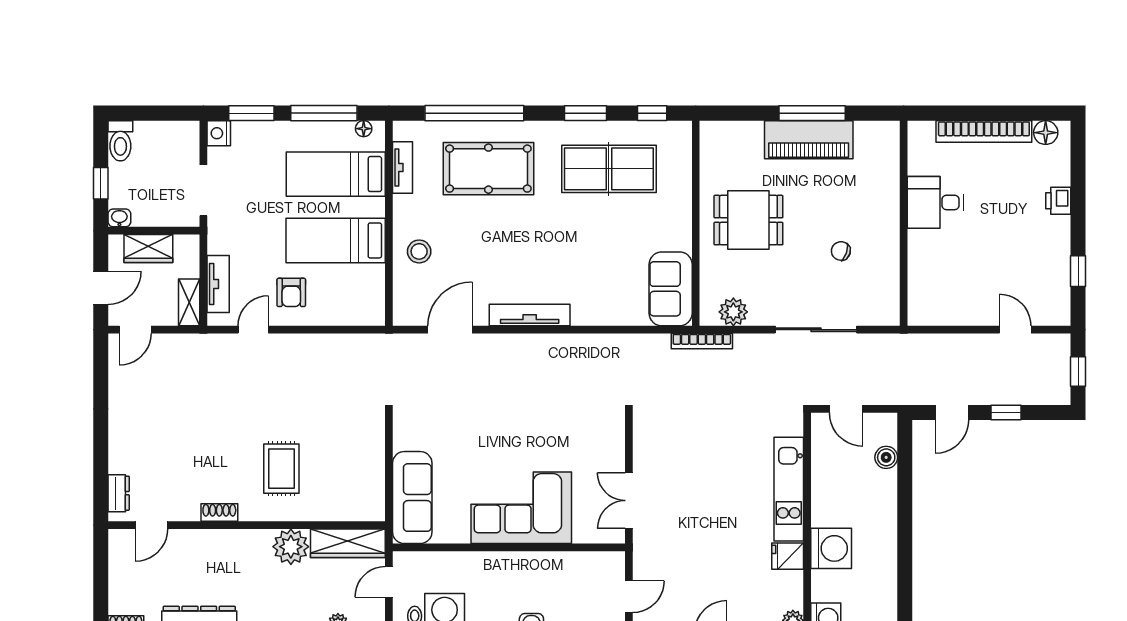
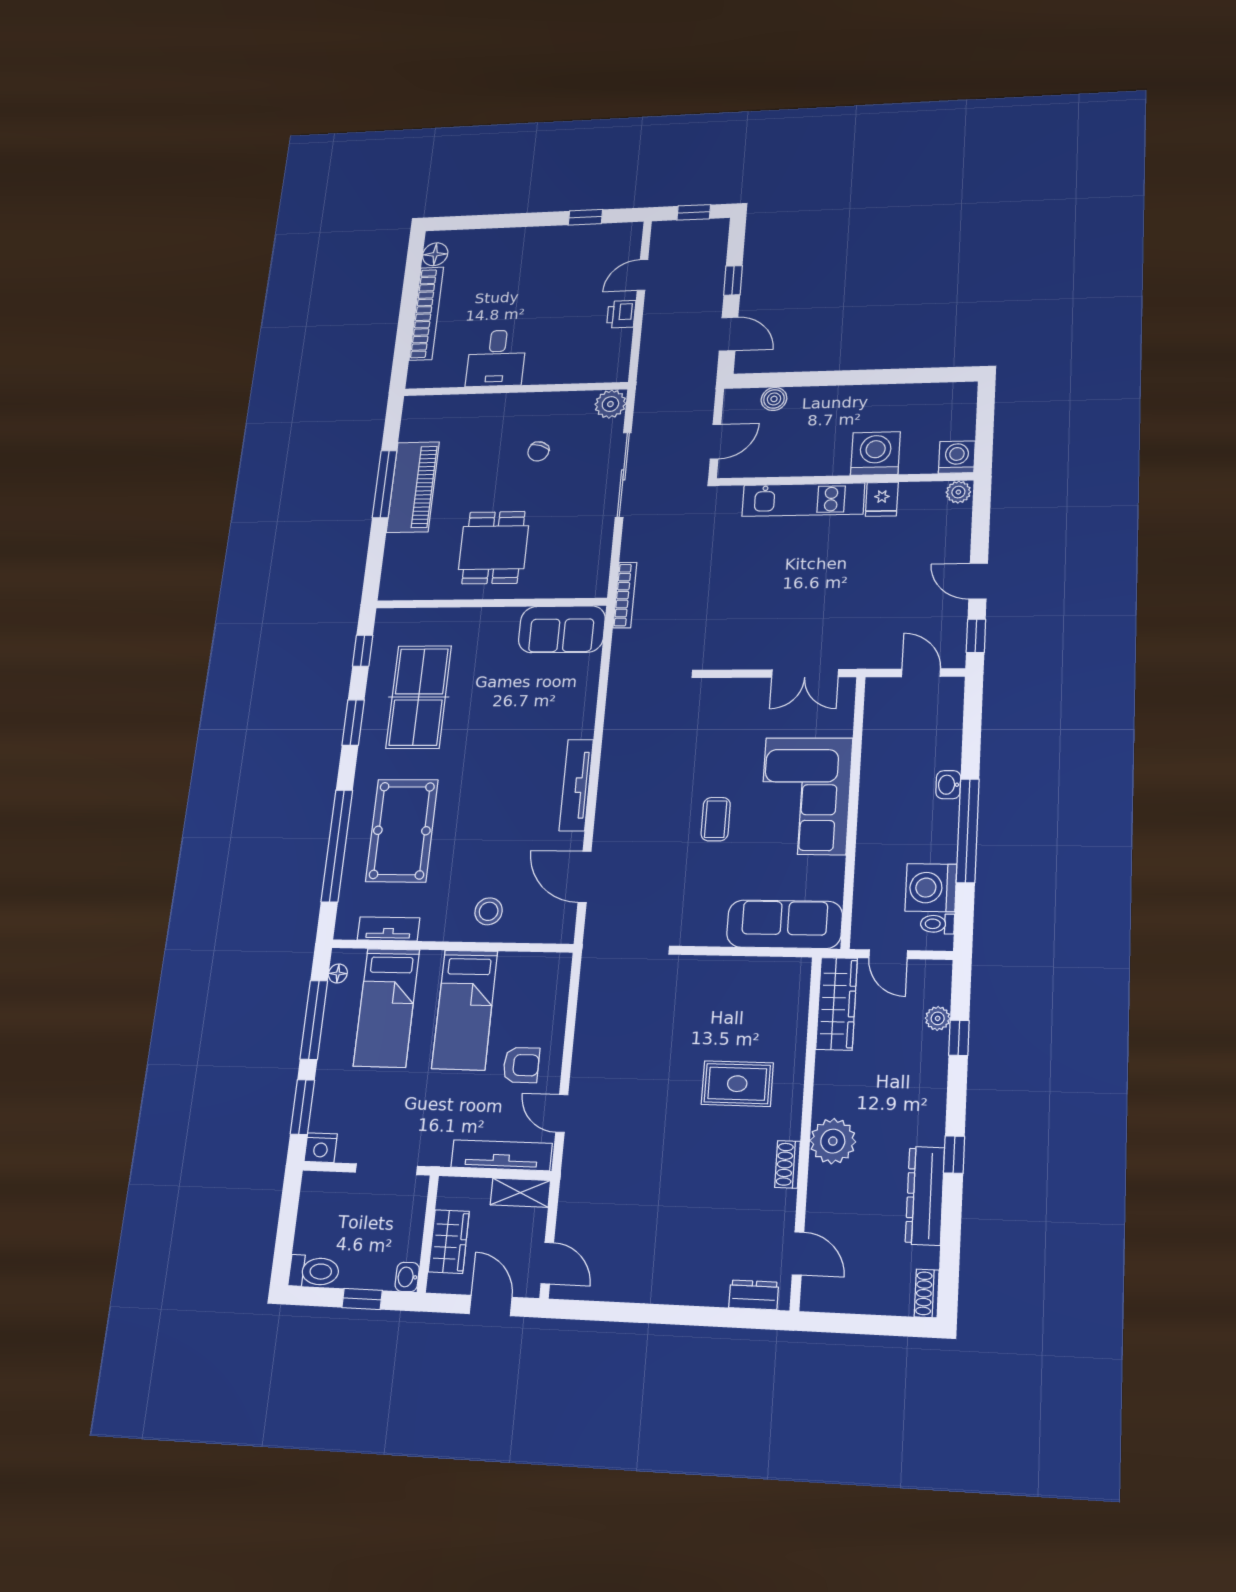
printer: (1058, 201) -> (621, 314), moved, turned 90
tv unit: (218, 284) -> (502, 1155), width x1.41
plant: (733, 312) -> (610, 404), moved
coffee table: (501, 435) -> (716, 819), added
plant: (291, 547) -> (833, 1141), moved

